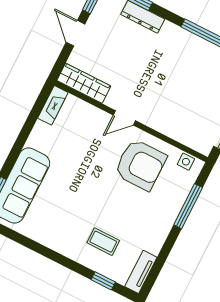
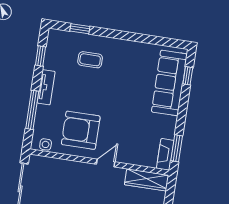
window: (38, 108) -> (177, 148), added
window: (158, 265) -> (40, 56), added
tv unit: (141, 272) -> (46, 87), moved

